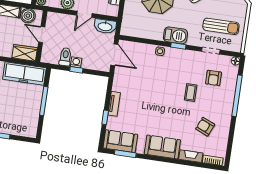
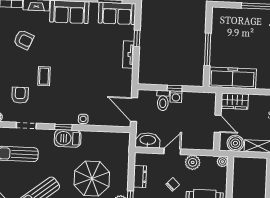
toilet: (65, 57) -> (163, 100), moved

